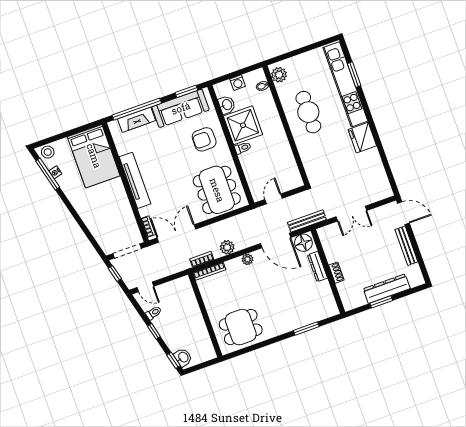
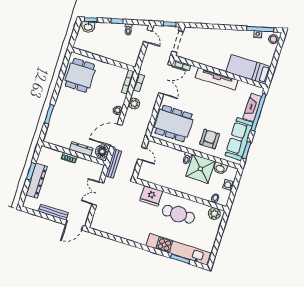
fridge: (362, 138) -> (151, 196), moved, turned 180
bed: (94, 156) -> (248, 69), width x0.67
door: (145, 287) -> (148, 36), swing flipped

